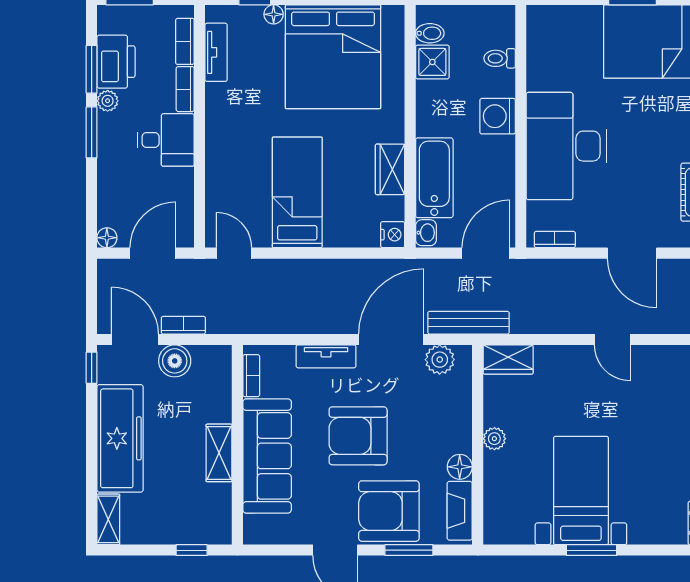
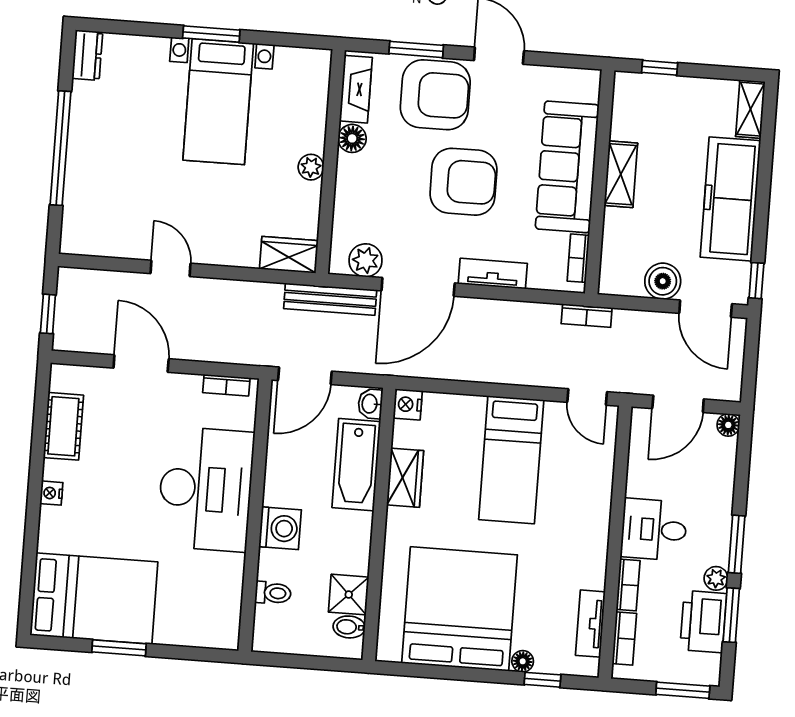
bookcase: (183, 325) -> (587, 316), moved

